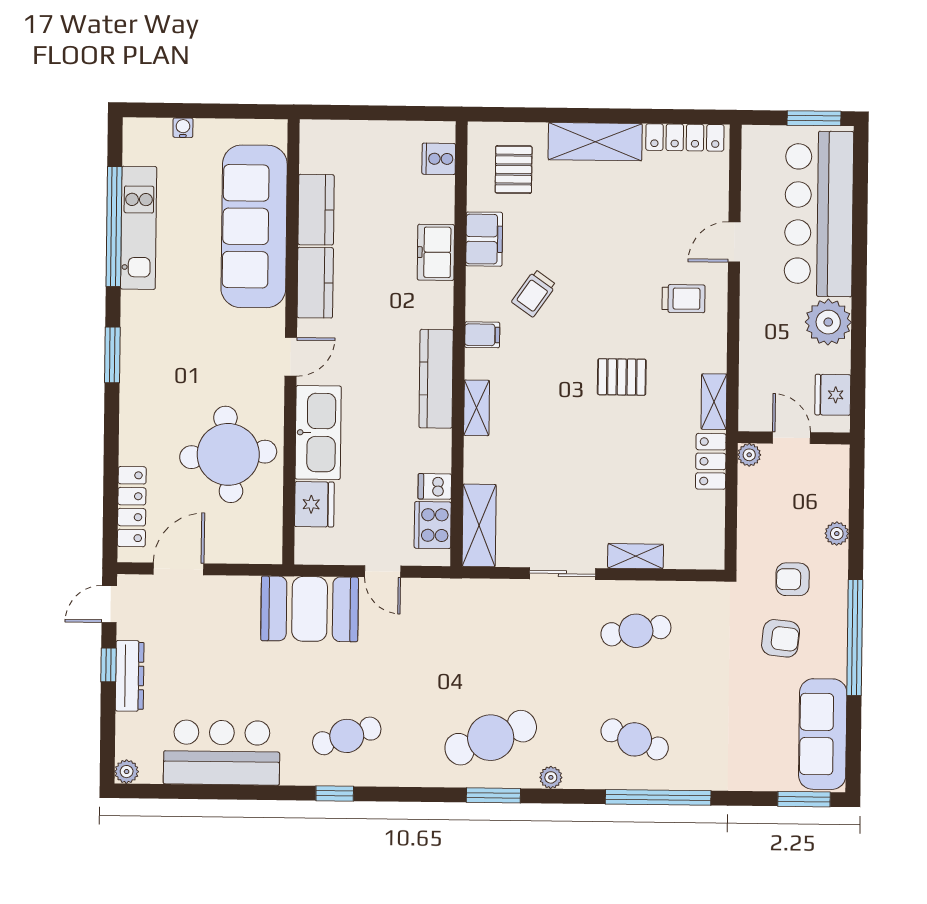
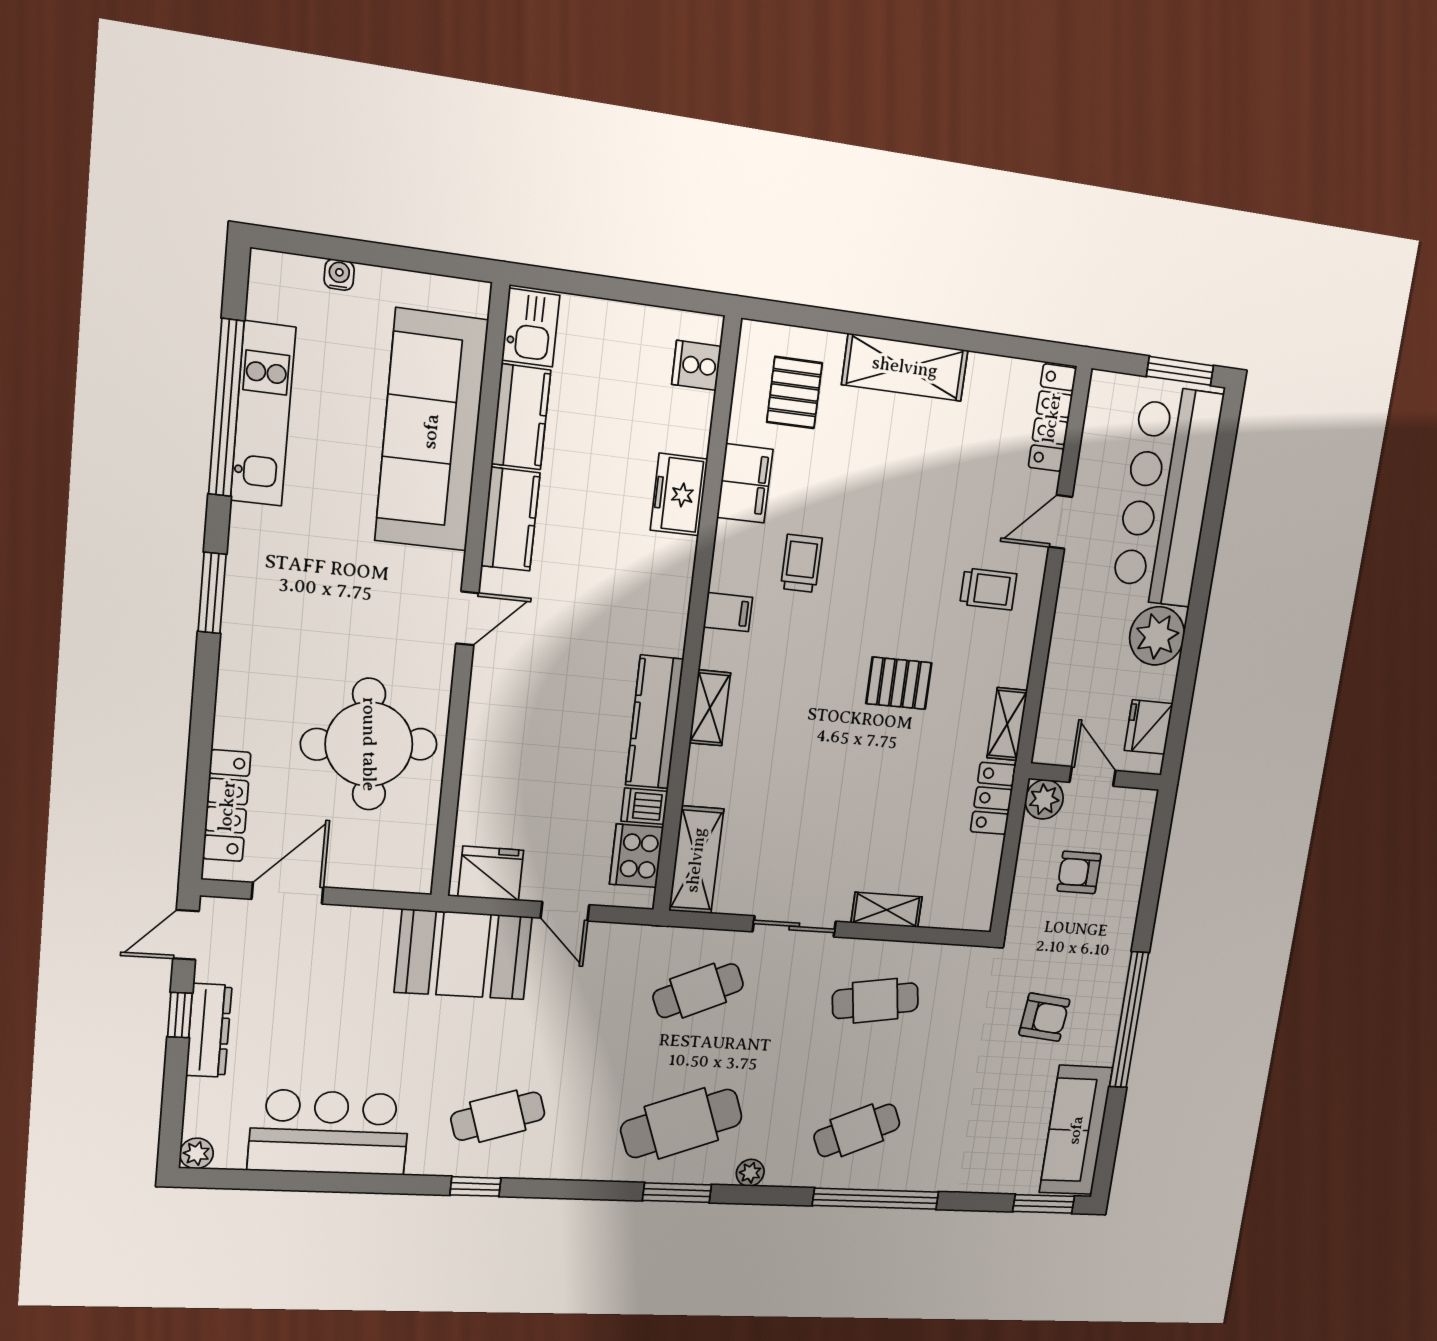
locker: (685, 137) -> (1052, 418), moved, turned 90
trolley: (534, 293) -> (801, 563), turned 145
kitchen counter: (436, 379) -> (654, 722), moved
kitchen sink: (318, 433) -> (531, 328), moved, width x0.53, depth x0.81
plant: (749, 455) -> (1044, 799), width x1.38, depth x1.38
fridge: (314, 504) -> (491, 873), moved, turned -90
plant: (837, 534) -> (1127, 896), removed
armchair: (793, 579) -> (1079, 872), moved
cafe table: (492, 629) -> (698, 991), added
cafe table: (635, 739) -> (857, 1130), turned -45

